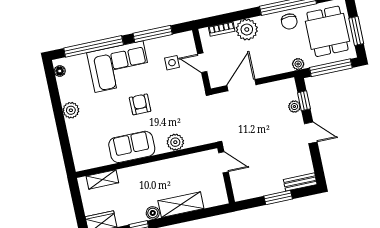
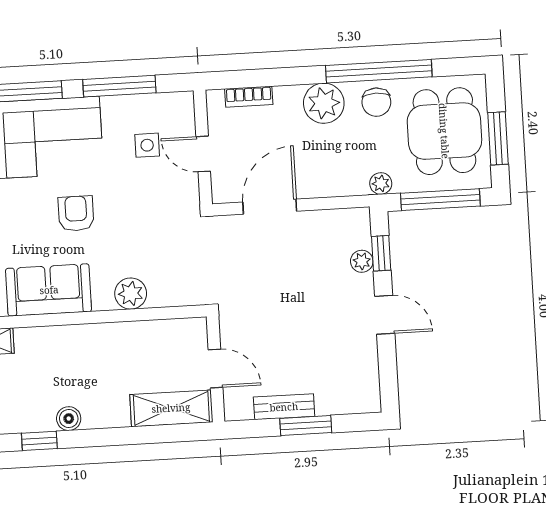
plant: (247, 29) -> (324, 103), moved
door: (223, 162) -> (216, 369), moved
bench: (300, 182) -> (284, 407), moved
shelving: (181, 205) -> (171, 408), moved

